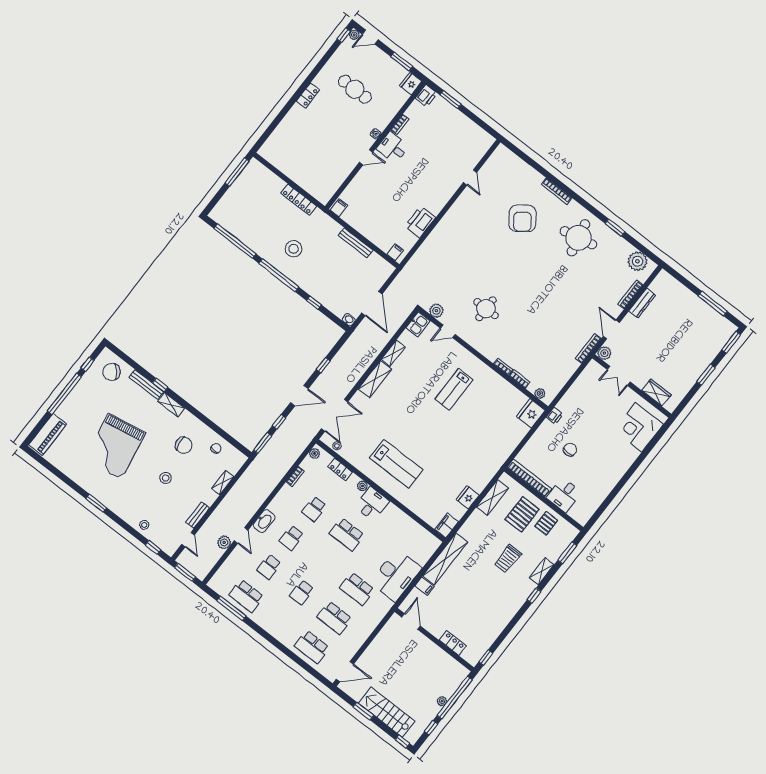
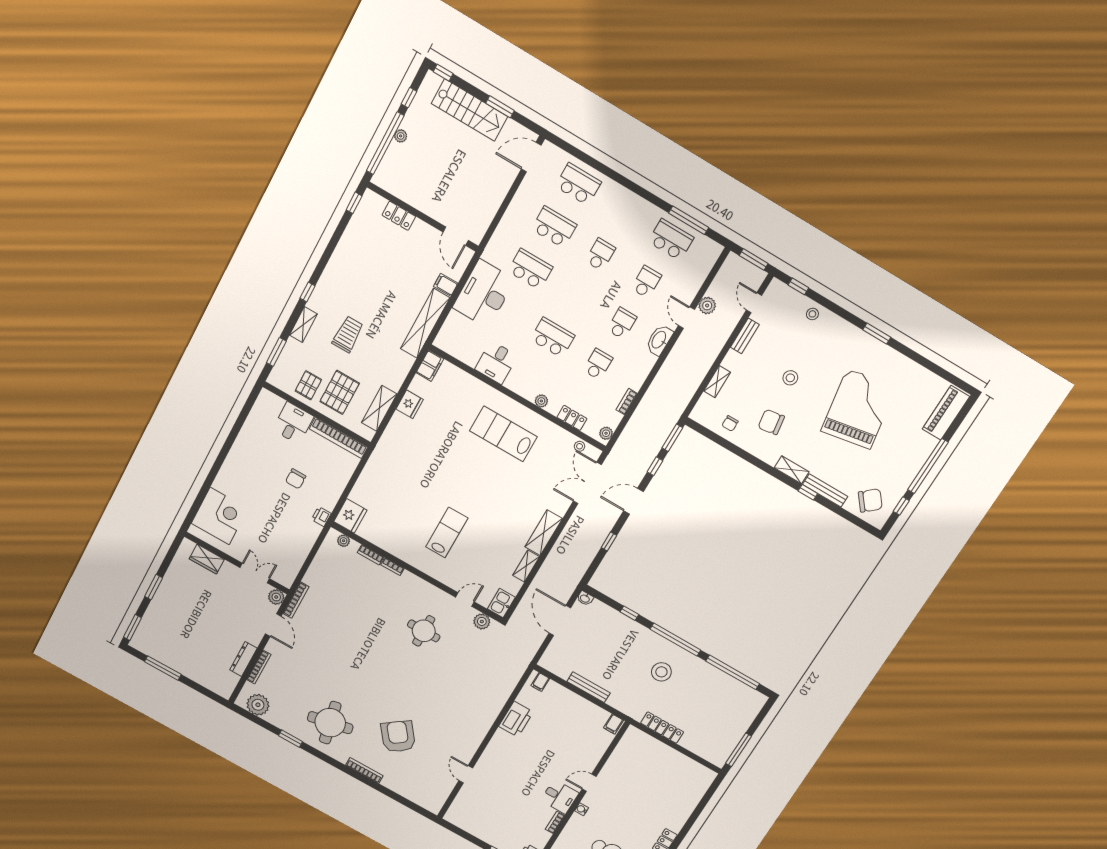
desk: (372, 504) -> (496, 363), moved

